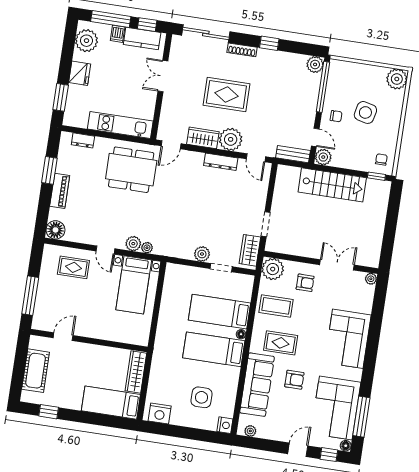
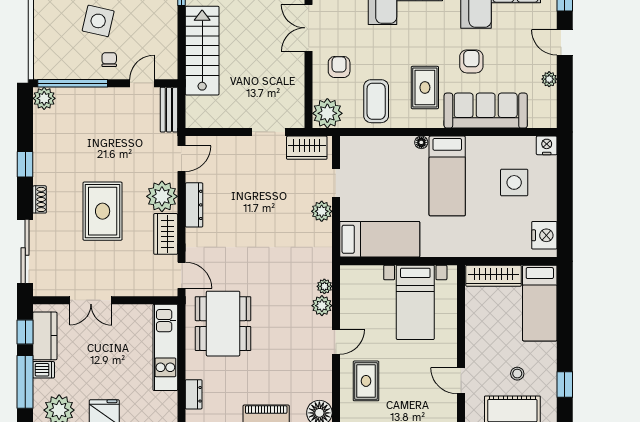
shoe rack: (242, 50) -> (40, 199), width x0.70
plant: (323, 157) -> (167, 68), removed
bed with nightstands: (134, 285) -> (415, 302), moved, turned 90
bed: (220, 312) -> (380, 239), moved, turned -90
stool: (62, 378) -> (517, 374), added
plant: (250, 431) -> (549, 79), moved

